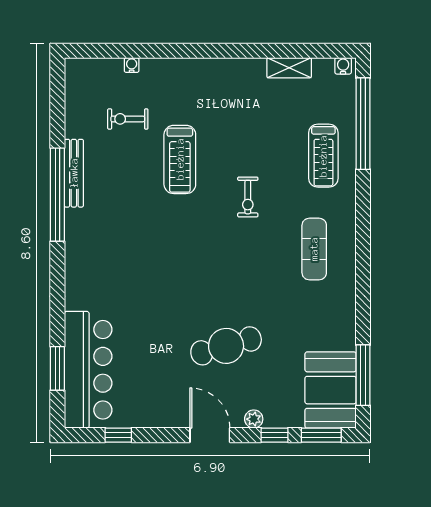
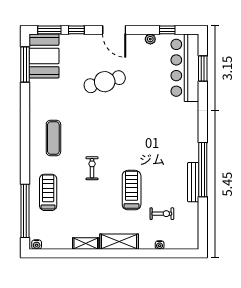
shelving: (289, 68) -> (86, 243), moved
shelving: (201, 71) -> (119, 242), added
plant: (254, 419) -> (150, 39), moved

